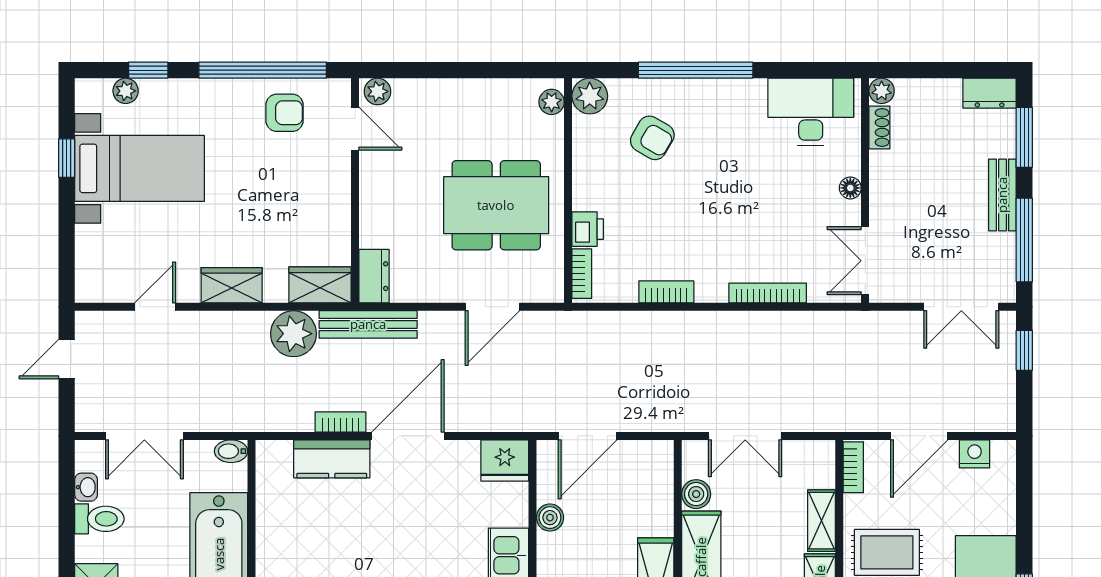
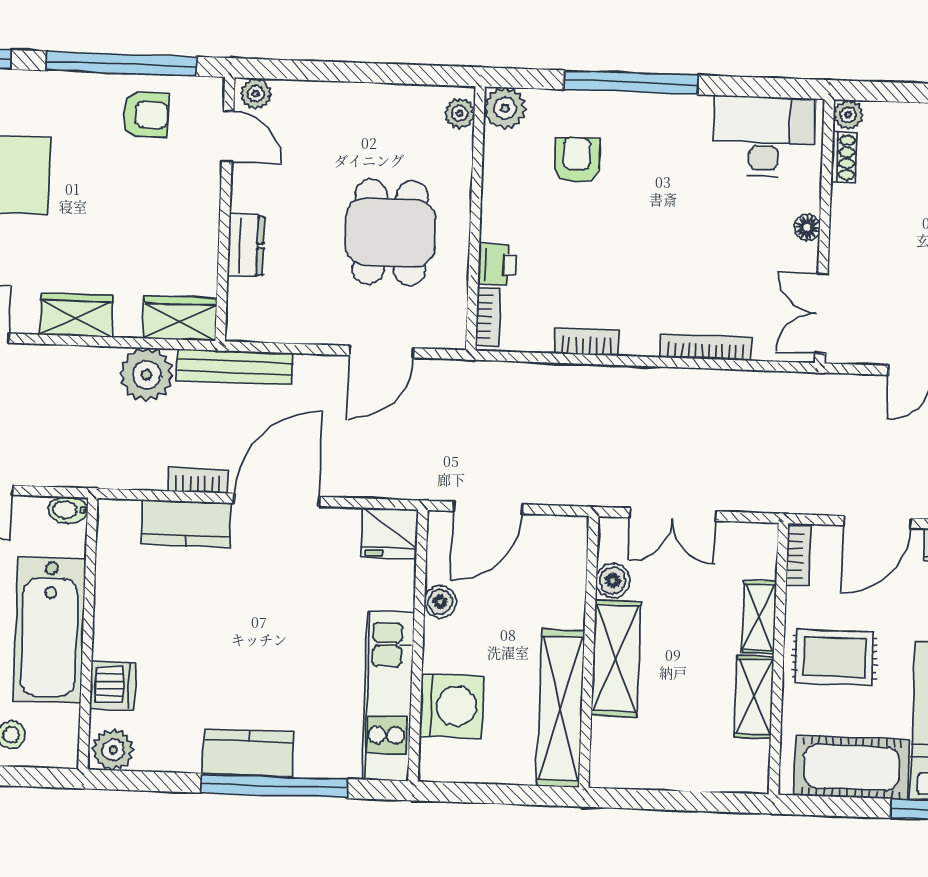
armchair: (652, 138) -> (577, 160), turned -120
dining table: (496, 205) -> (390, 232), width x0.73
dresser: (374, 276) -> (246, 245), moved

